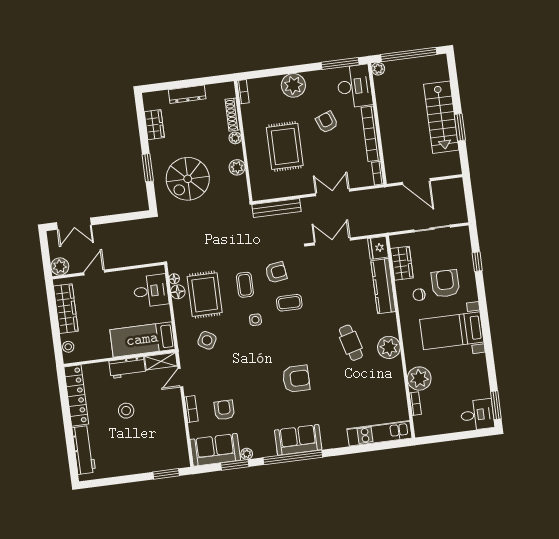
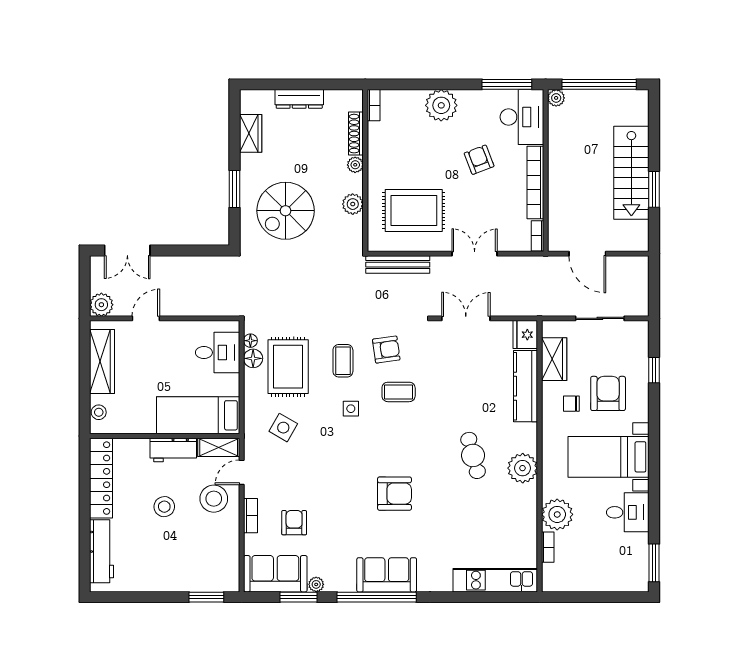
rug: (285, 146) -> (414, 210), moved, turned 90
stool: (162, 400) -> (214, 499), added
desk: (477, 415) -> (628, 512), moved

